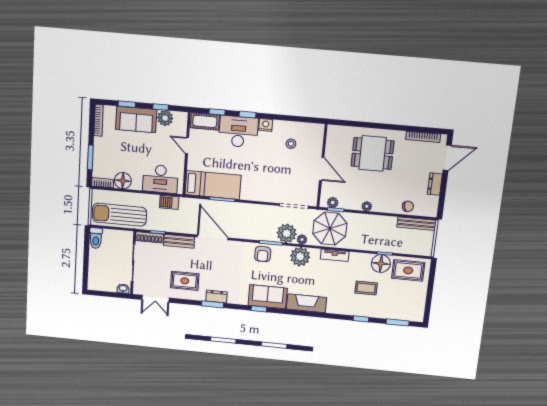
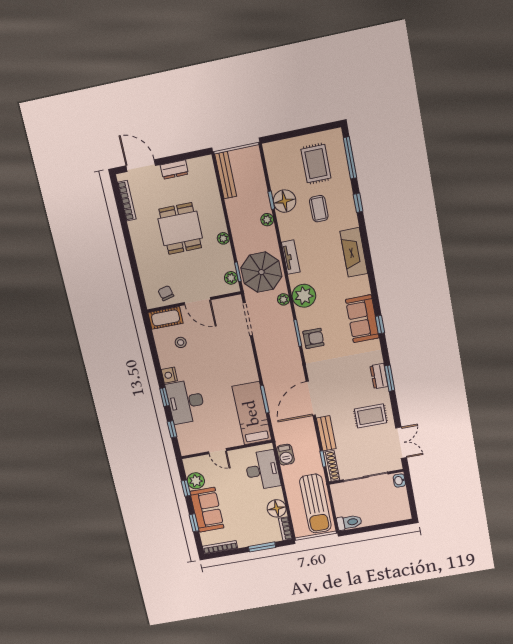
cot: (205, 121) -> (166, 318), moved, turned 90
door: (187, 145) -> (218, 451), hinge flipped
dining table: (373, 154) -> (180, 228), moved
door: (322, 169) -> (198, 301), swing flipped
chair: (408, 206) -> (166, 293), moved
plant: (287, 233) -> (267, 220), moved, width x0.53, depth x0.53
rug: (408, 270) -> (316, 164), moved
rug: (185, 281) -> (370, 416), turned 90
fireplace: (306, 303) -> (354, 252), moved
window: (398, 322) -> (350, 158), width x1.44

